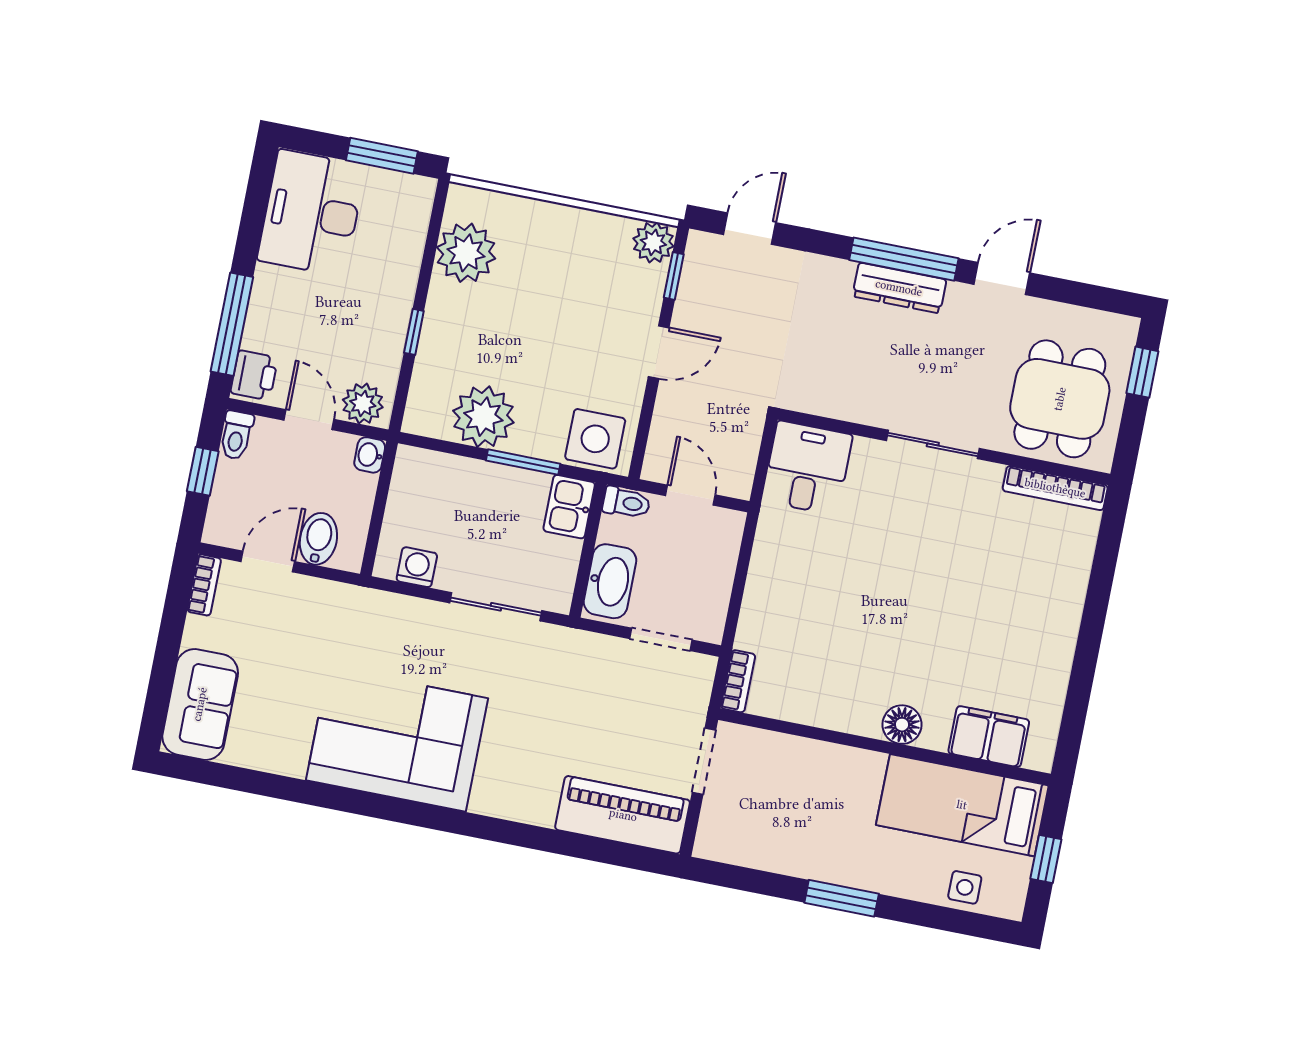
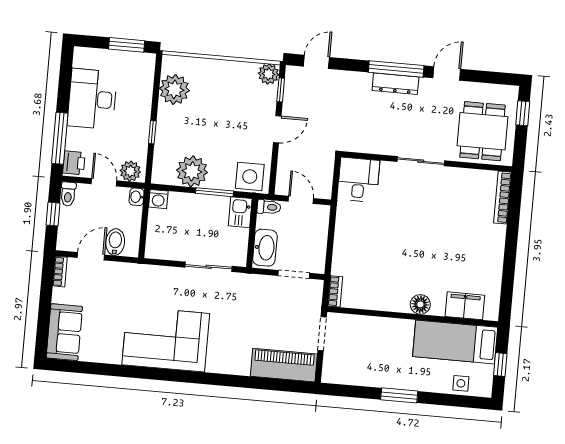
desk: (312, 213) -> (92, 99), moved
bookcase: (1055, 488) -> (503, 198), moved, turned 90
washing machine: (417, 567) -> (158, 199), moved, turned 180

